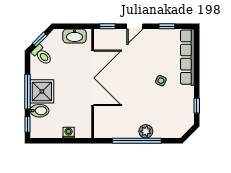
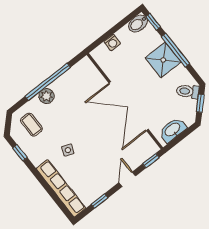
bidet: (39, 111) -> (138, 24), moved
coffee table: (173, 119) -> (31, 125), added

